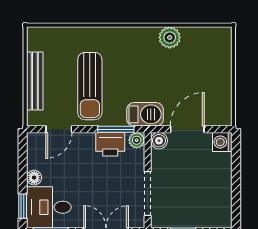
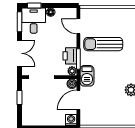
bench: (35, 81) -> (106, 13), removed
door: (187, 129) -> (78, 100), swing flipped

